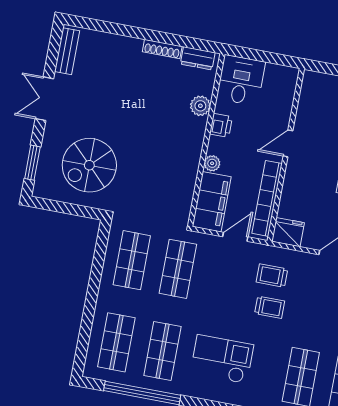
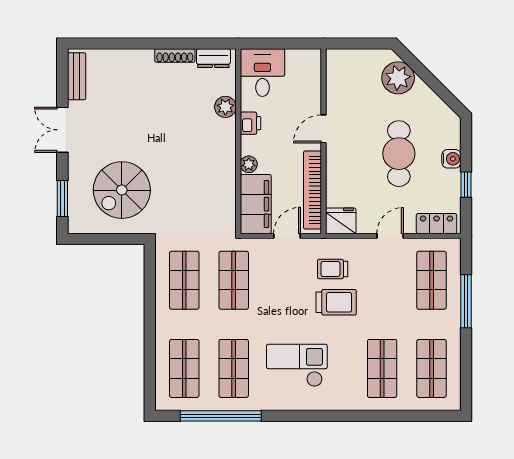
trolley: (270, 307) -> (336, 302), width x1.36, depth x1.39

